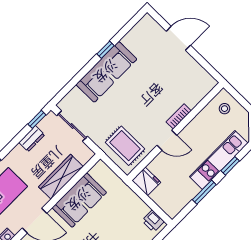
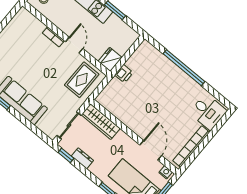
wardrobe: (61, 177) -> (101, 122), moved
sofa: (79, 200) -> (130, 114), removed
printer: (153, 221) -> (124, 74), moved

